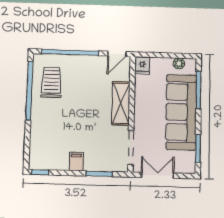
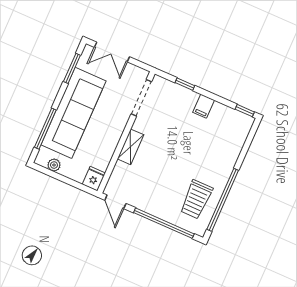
door: (117, 54) -> (115, 202), swing flipped
shelving: (121, 103) -> (131, 147), width x0.67, depth x0.75
window: (99, 174) -> (185, 84), width x0.67
double door: (158, 175) -> (112, 52), moved

